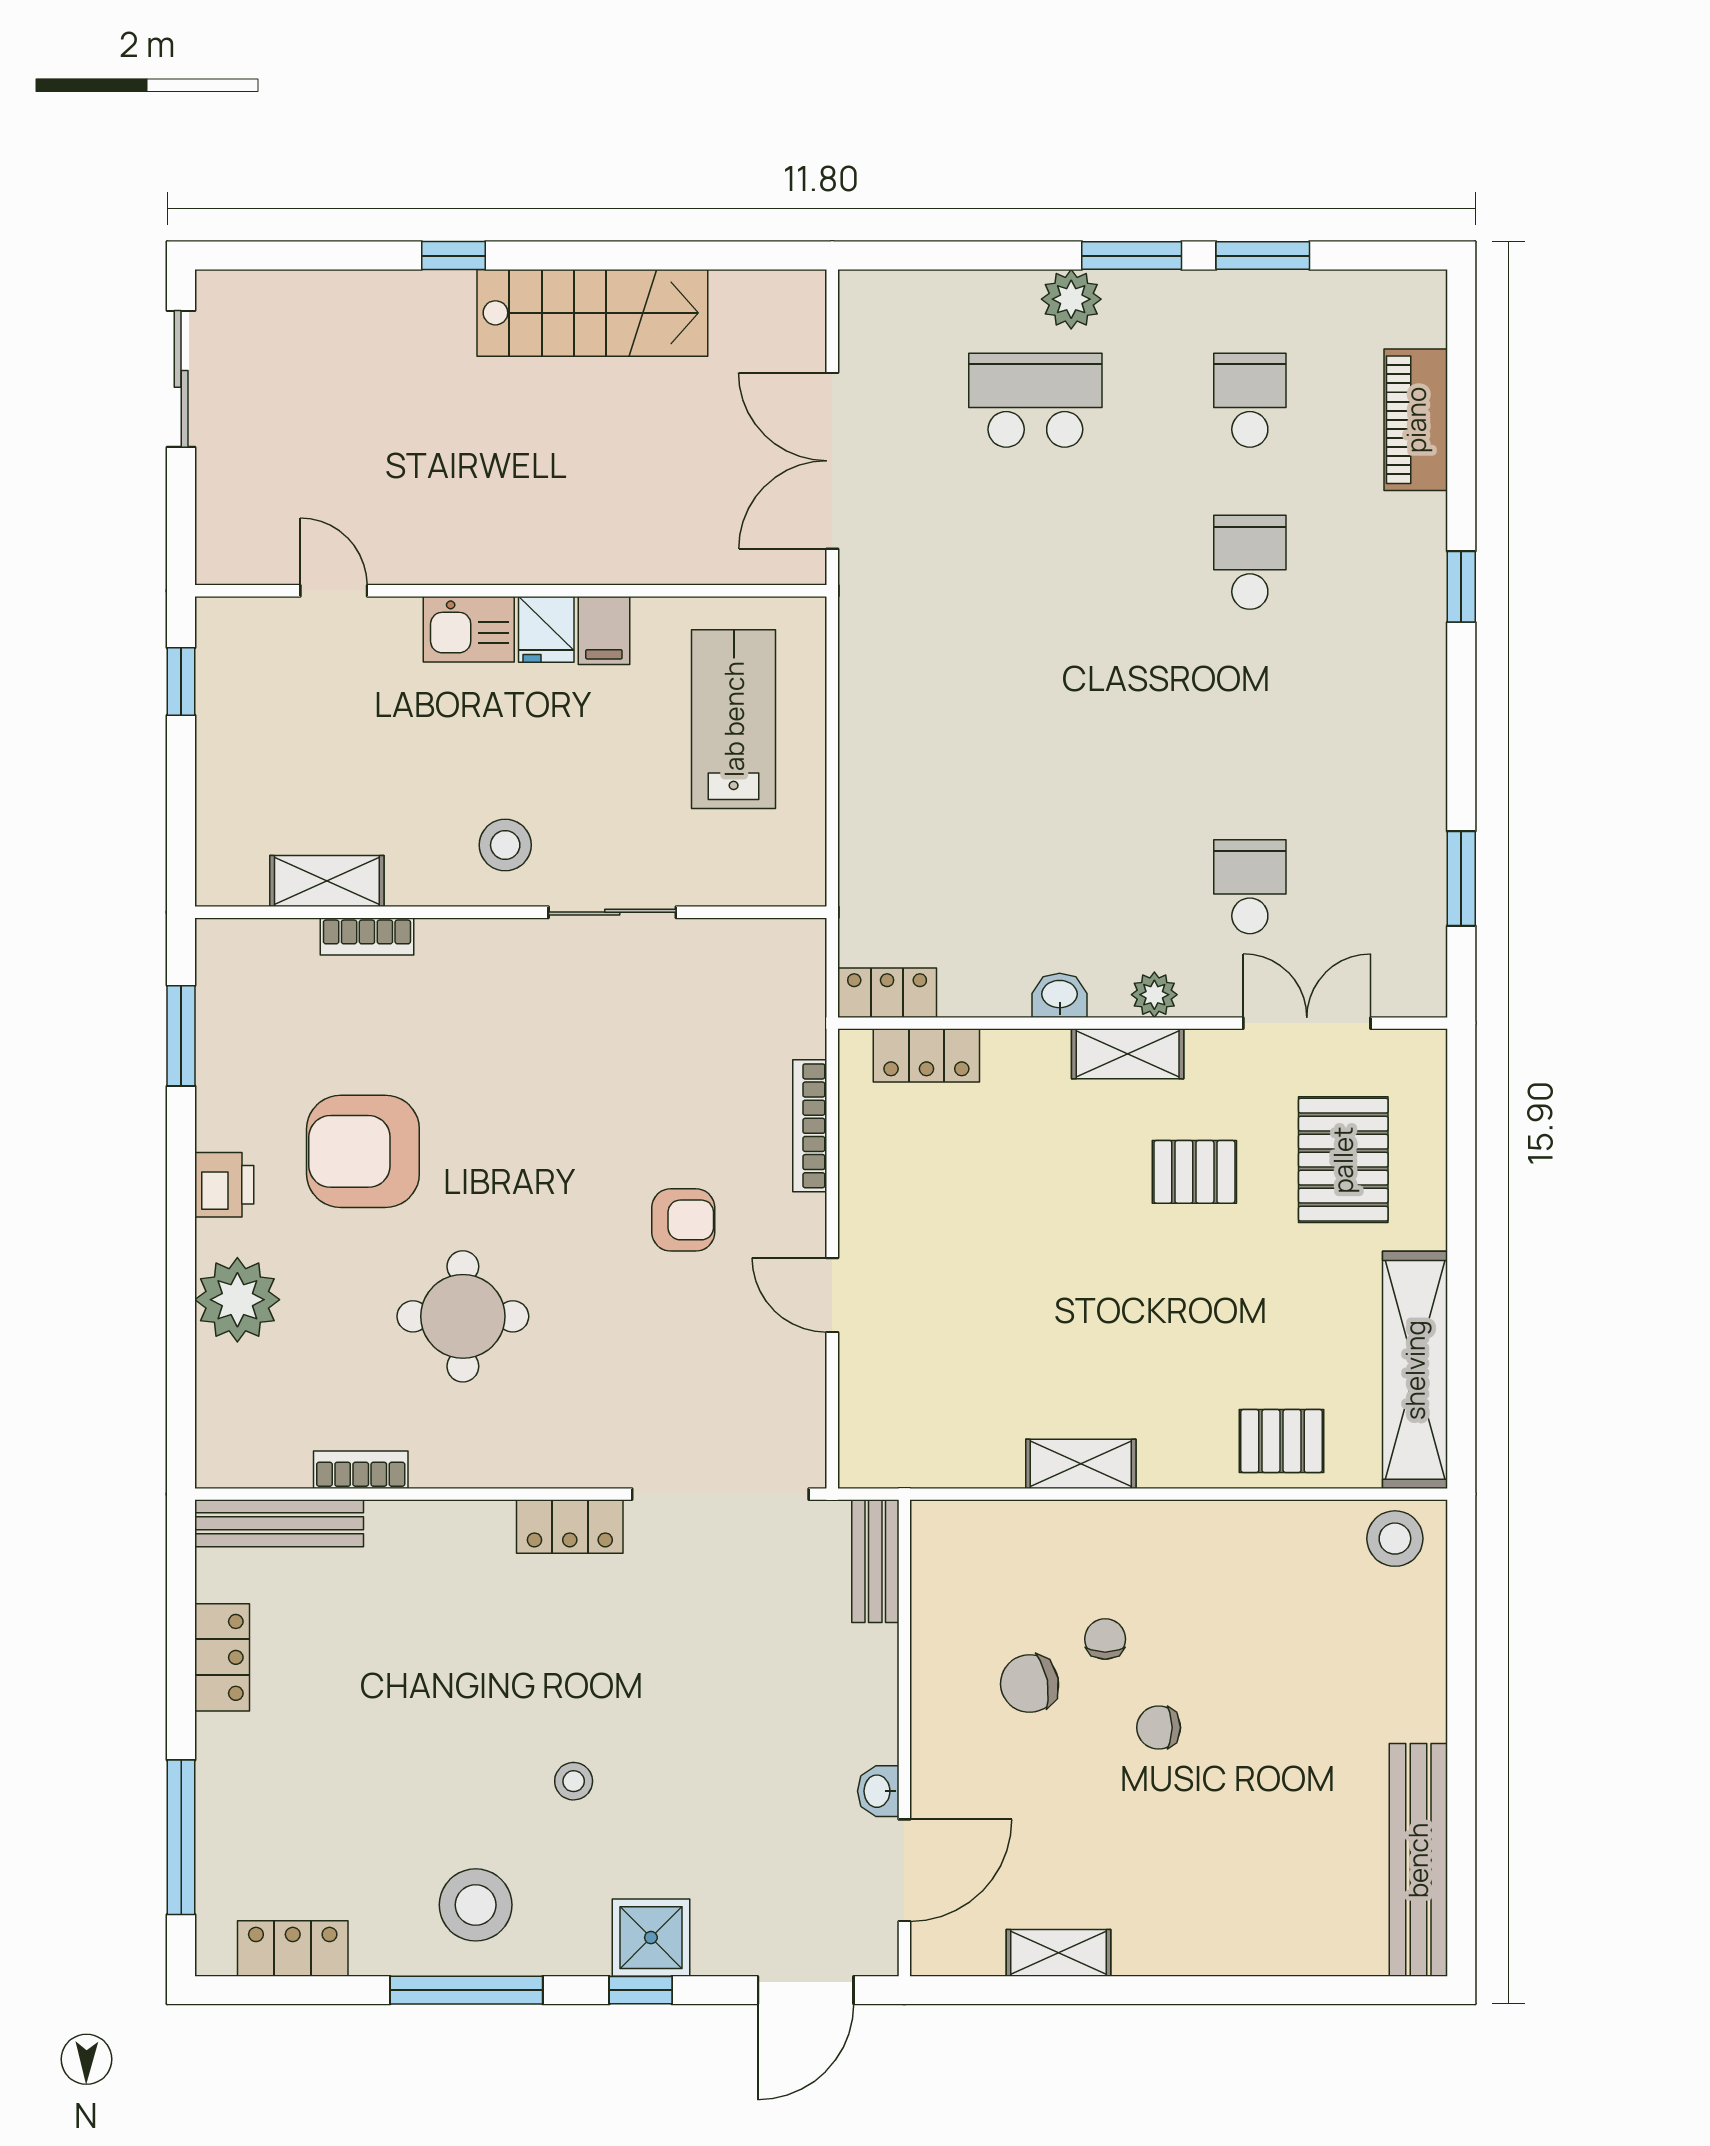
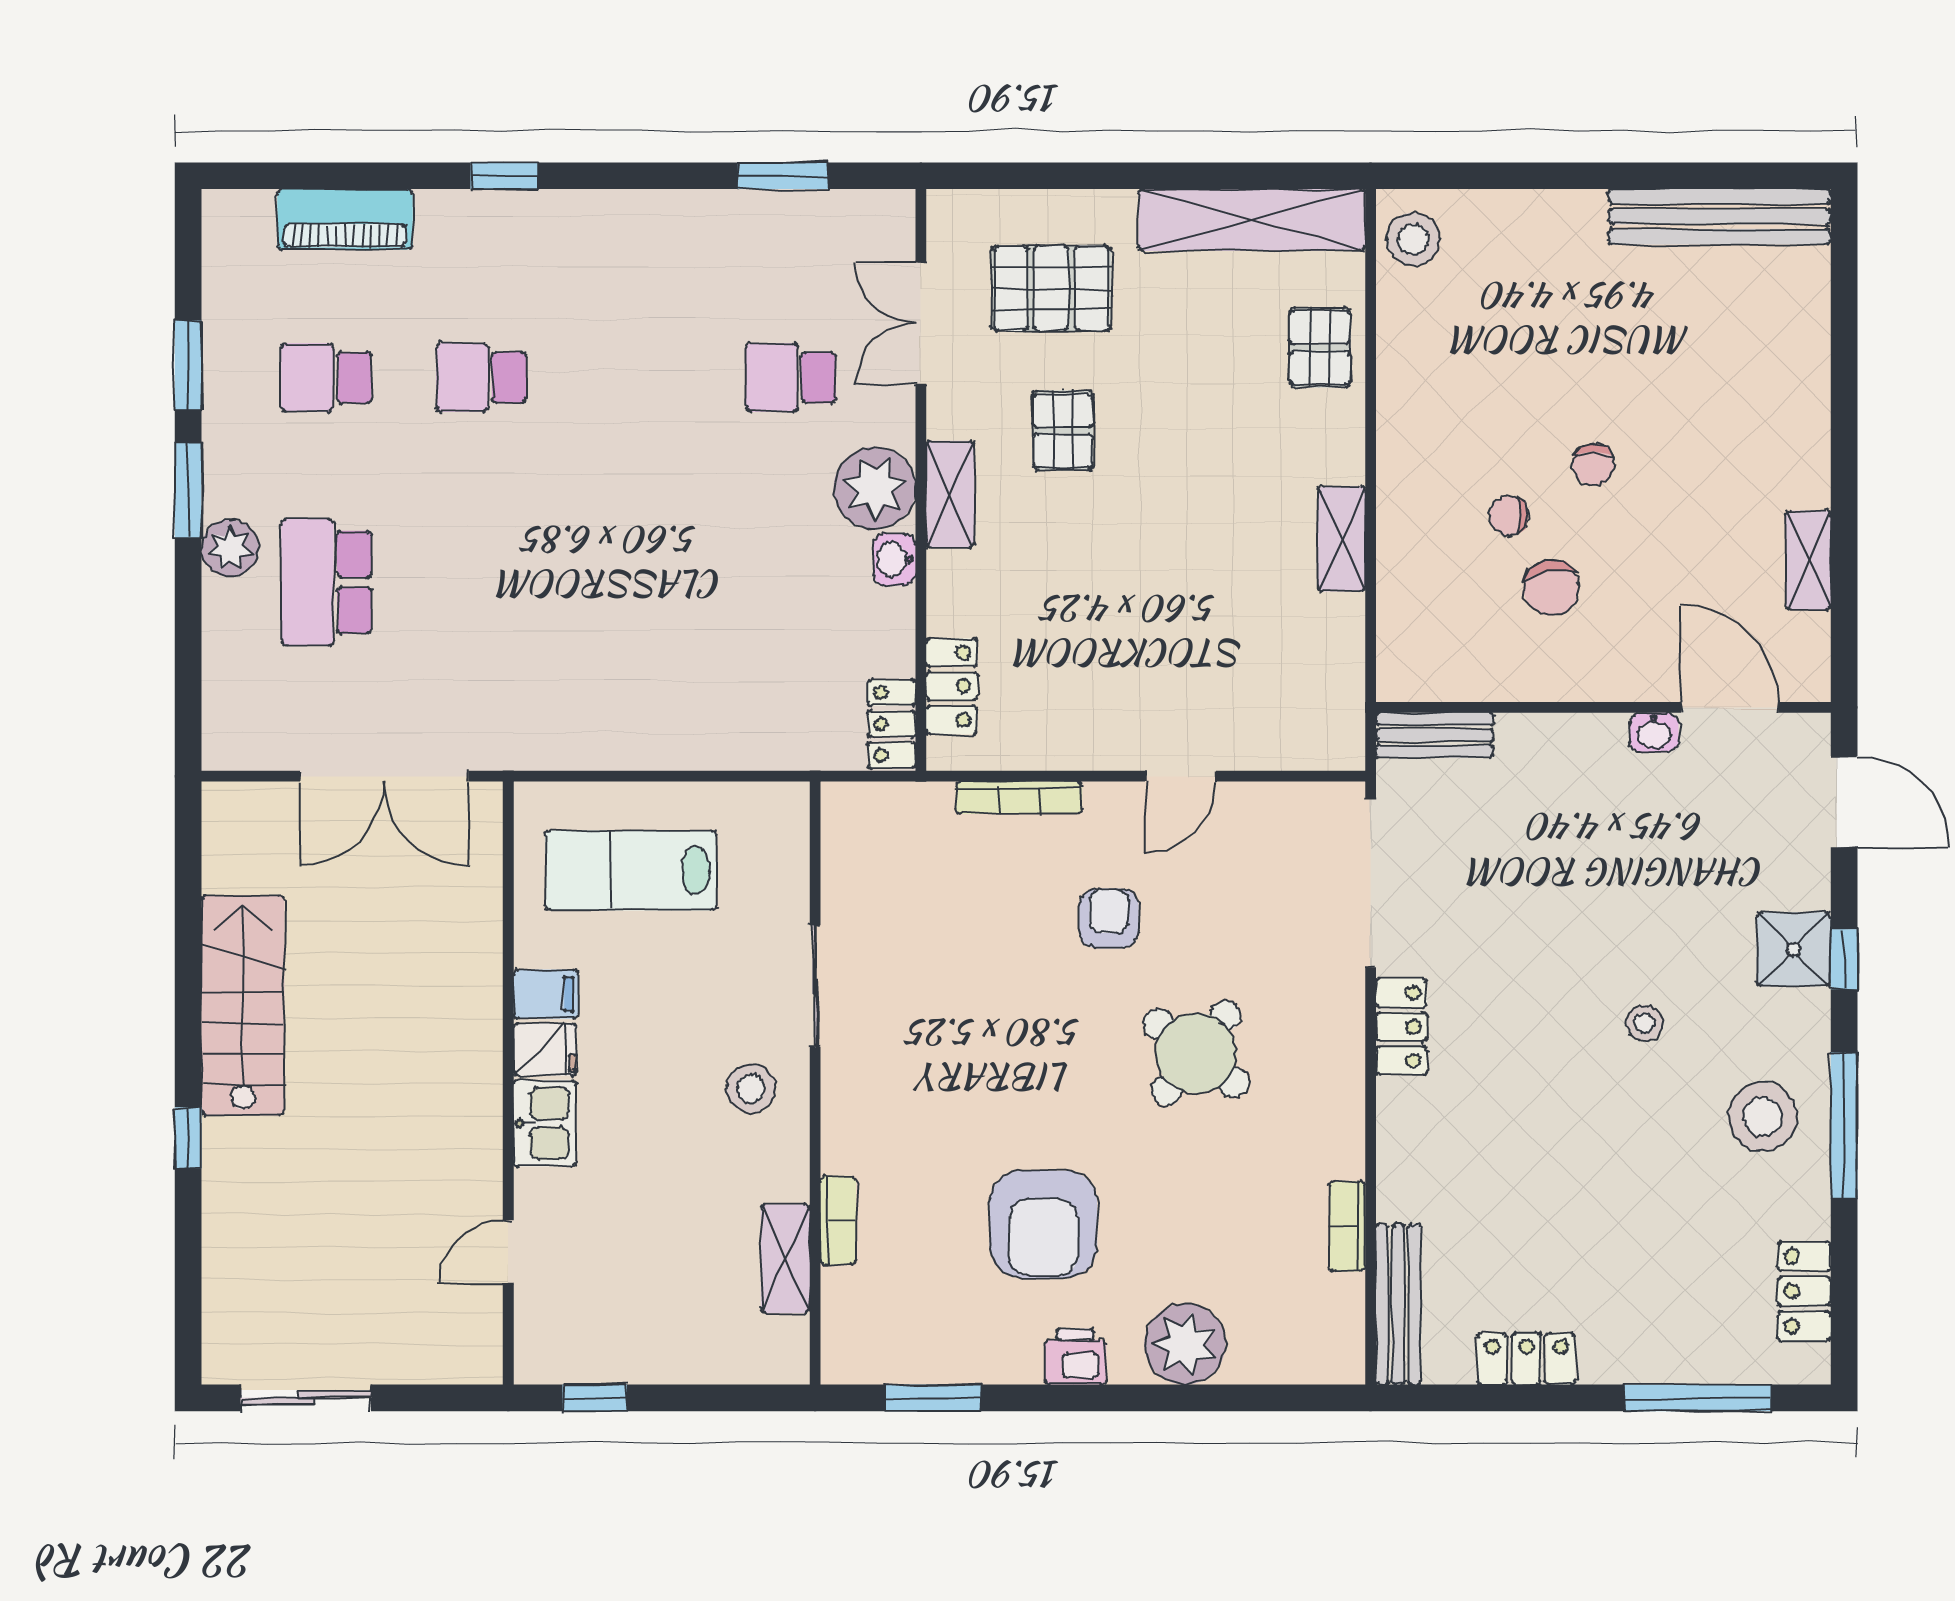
plant: (1154, 995) -> (875, 488), width x1.88, depth x1.88
round table: (463, 1316) -> (1196, 1053), moved, turned 38

